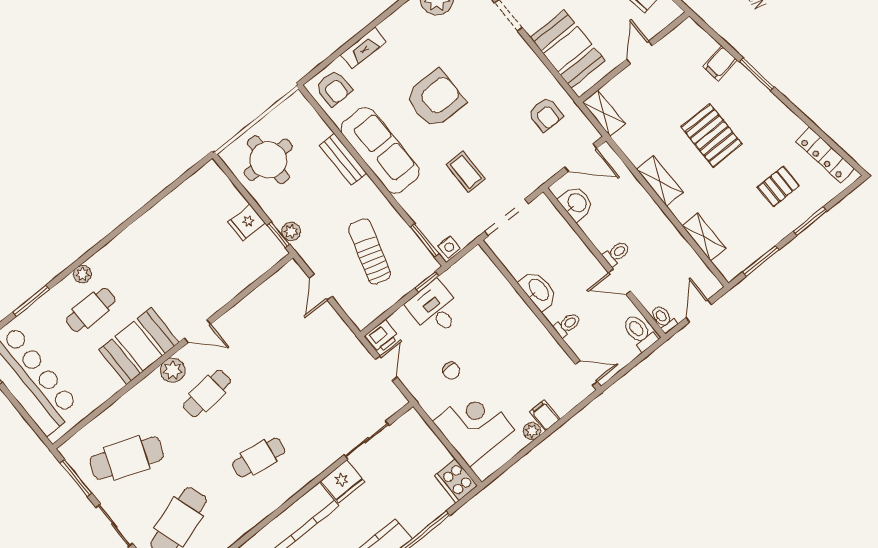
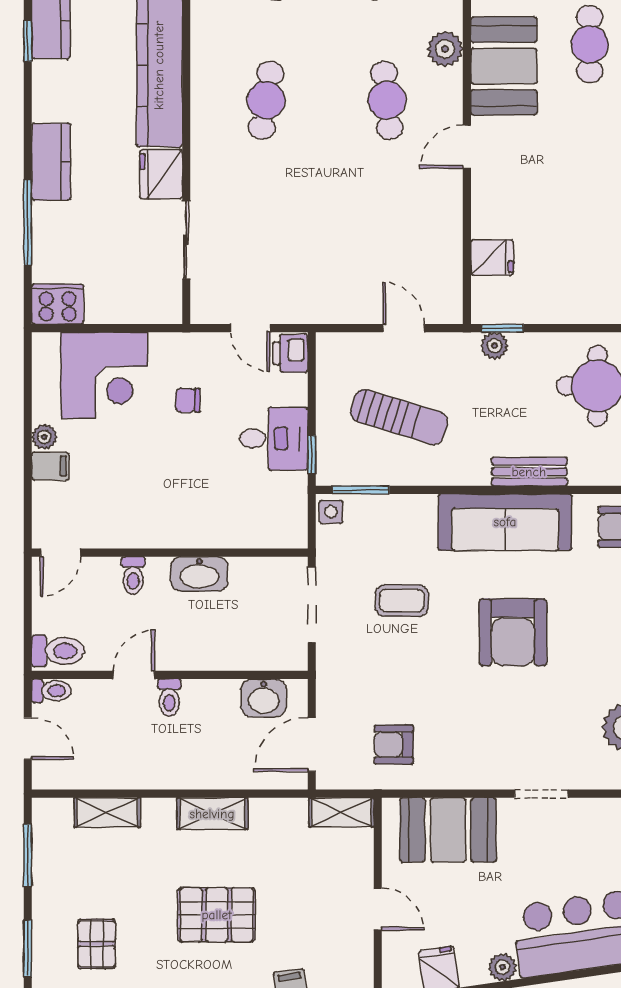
fridge: (246, 223) -> (492, 257), moved, turned 90
plant: (173, 370) -> (445, 49), moved

